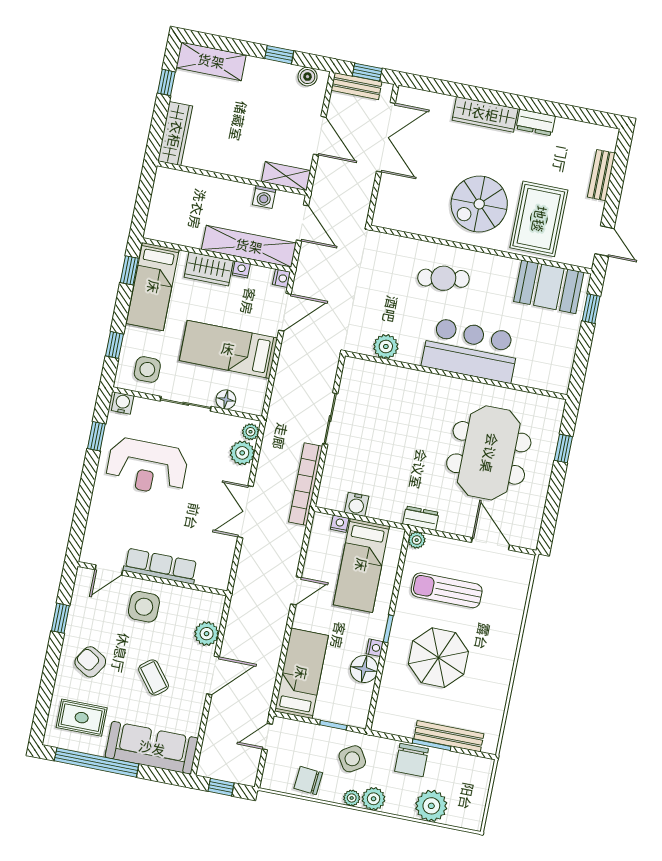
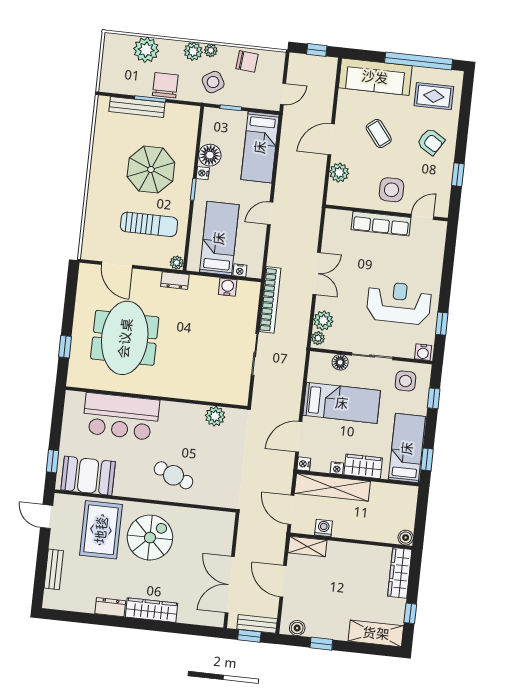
boiler: (164, 176) -> (406, 538), added
cafe table: (443, 278) -> (174, 475), turned 31
bar counter: (471, 350) -> (121, 417), moved

